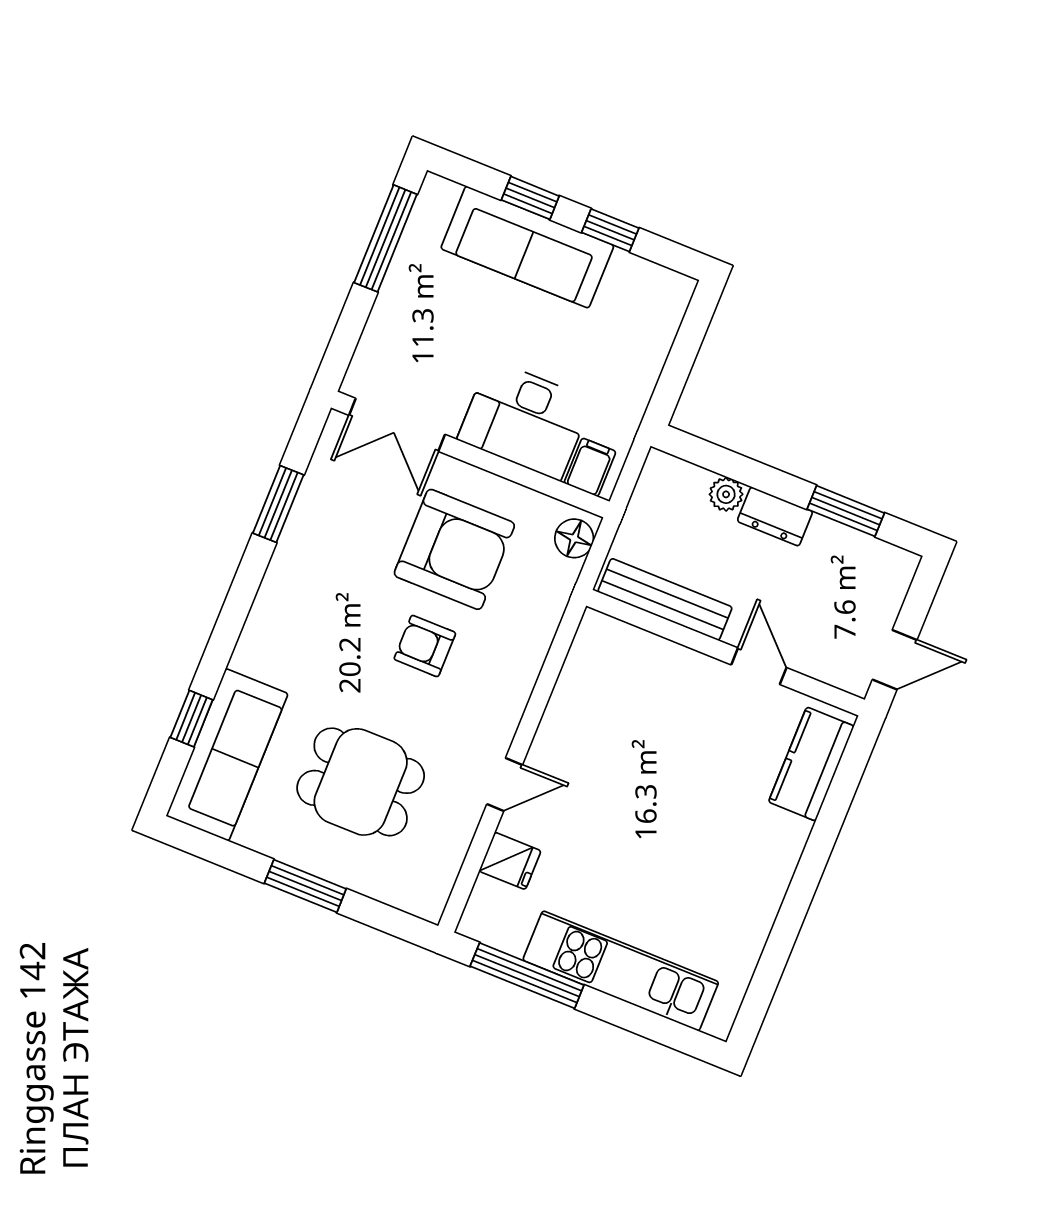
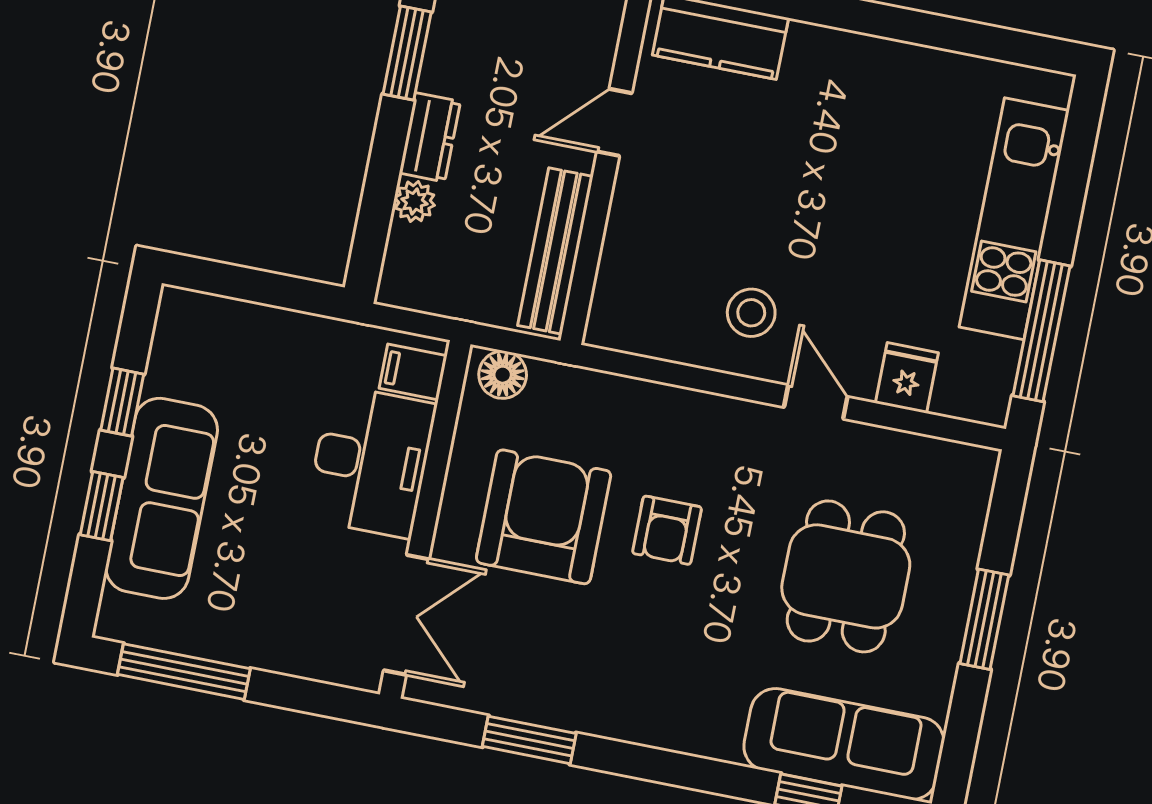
stool: (586, 747) -> (751, 313), added

